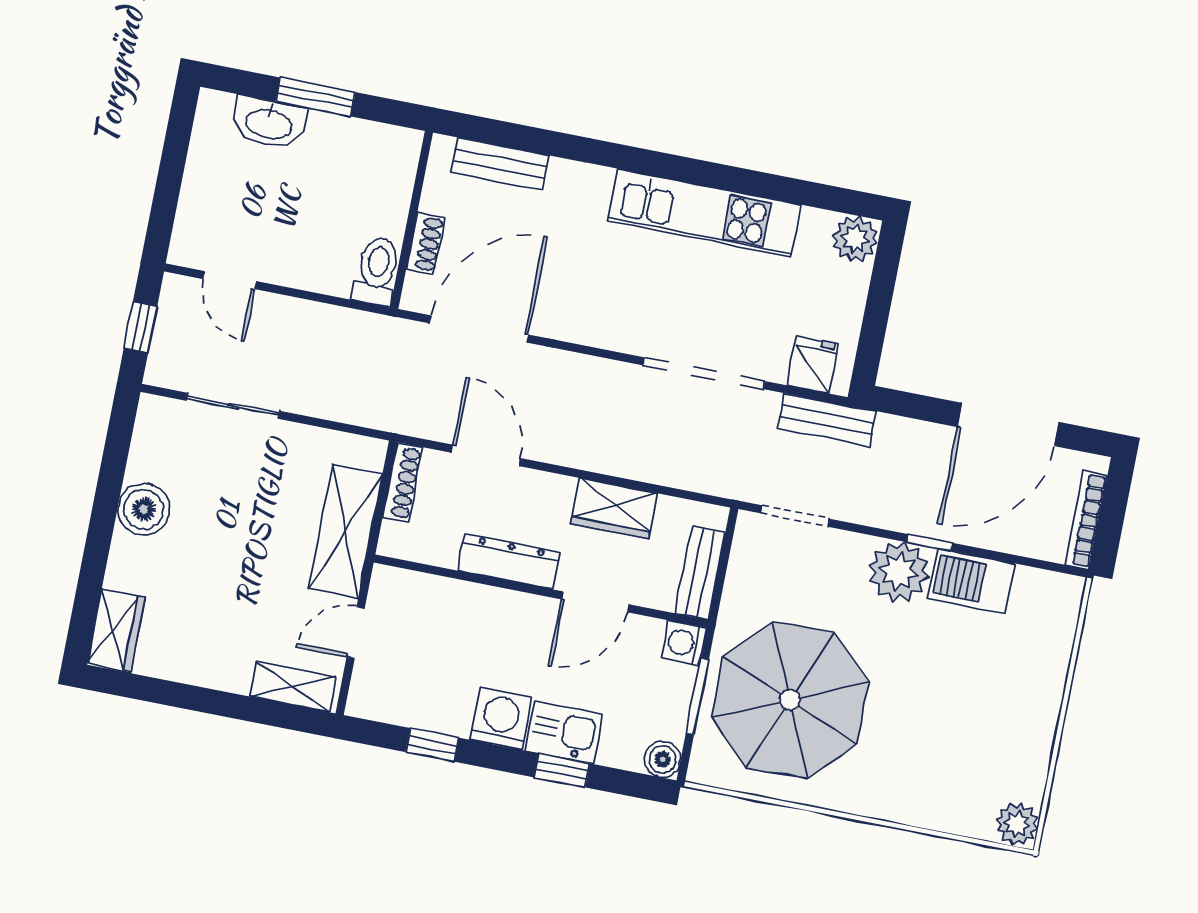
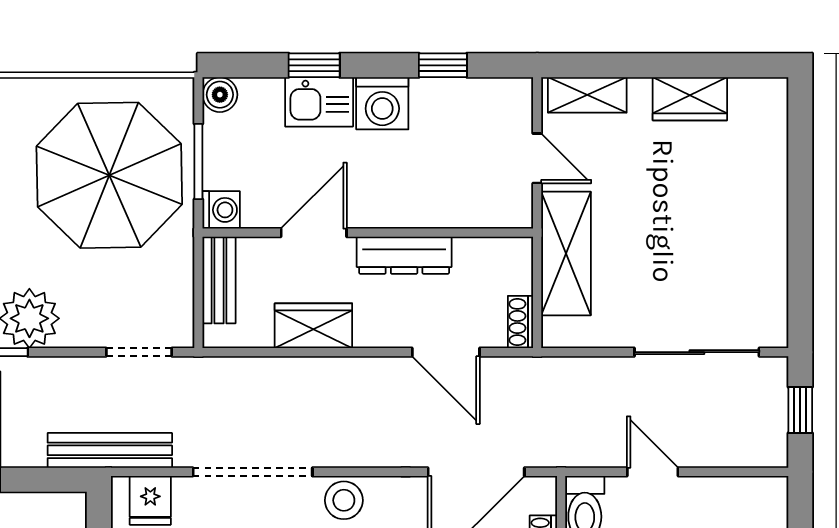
door: (230, 280) -> (653, 472), moved
stool: (618, 326) -> (344, 500), added
sliding door: (233, 406) -> (697, 352), width x1.37
bench: (827, 420) -> (110, 450), width x1.36
shoe rack: (403, 482) -> (520, 322), width x0.70
boiler: (144, 509) -> (763, 237), removed
wardrobe: (116, 630) -> (690, 99), moved, turned -90
door: (356, 633) -> (537, 158), hinge flipped

